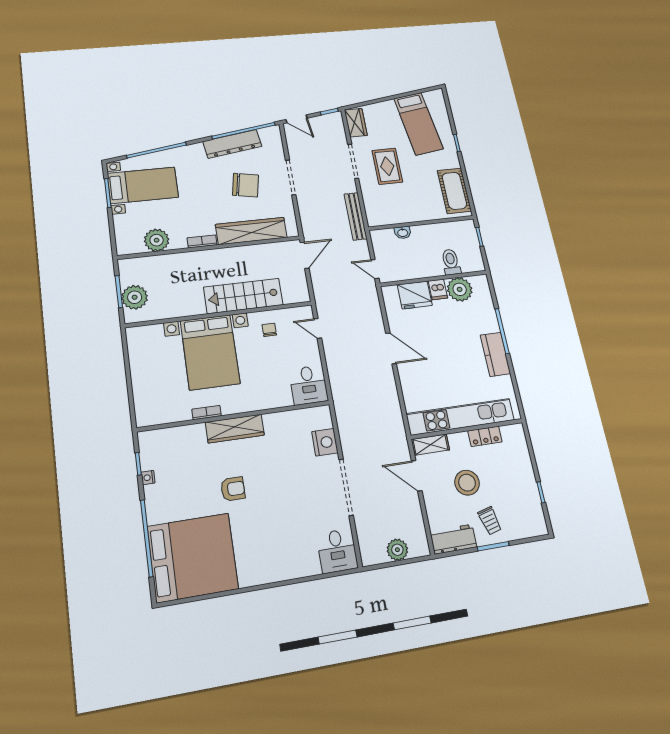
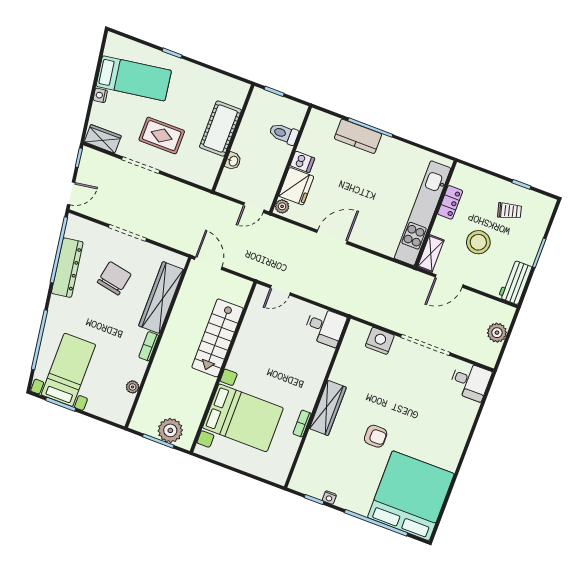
nightstand: (389, 105) -> (100, 95), added
cot: (454, 191) -> (220, 129), moved, turned 90
bench: (356, 216) -> (195, 195), removed
plant: (157, 240) -> (133, 387), width x0.53, depth x0.53
plant: (460, 289) -> (282, 206), moved, width x0.53, depth x0.53
chair: (269, 330) -> (259, 333), removed
bed with nightstands: (210, 352) -> (243, 418), moved
kitchen counter: (495, 354) -> (358, 136), moved
armchair: (233, 489) -> (376, 436), turned 90
trolley: (490, 521) -> (509, 211), moved

